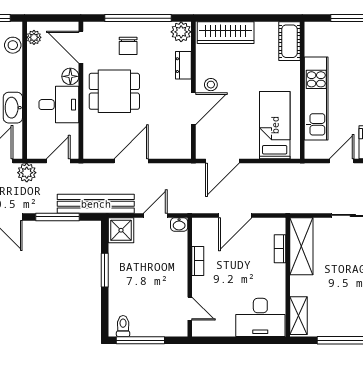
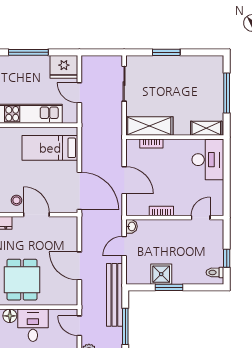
door: (222, 161) -> (79, 191), width x1.36
door: (155, 215) -> (124, 246), hinge flipped
shower: (121, 230) -> (161, 274), moved
window: (140, 340) -> (227, 258), width x0.46

